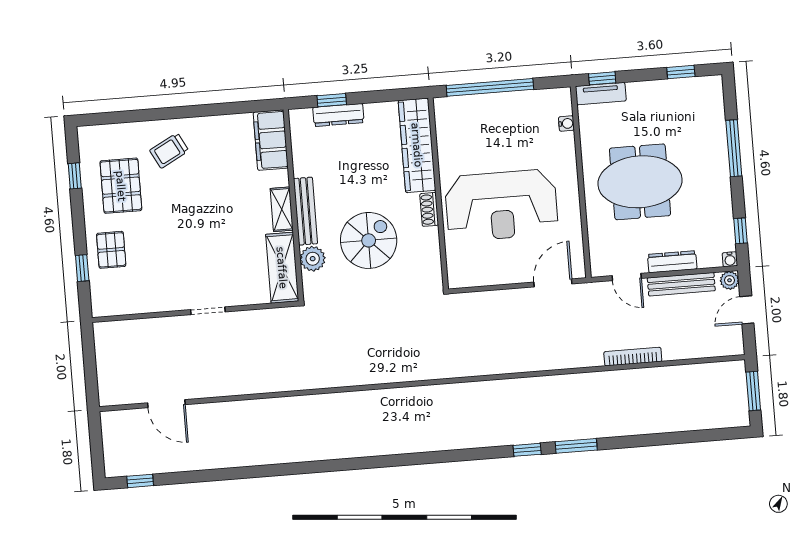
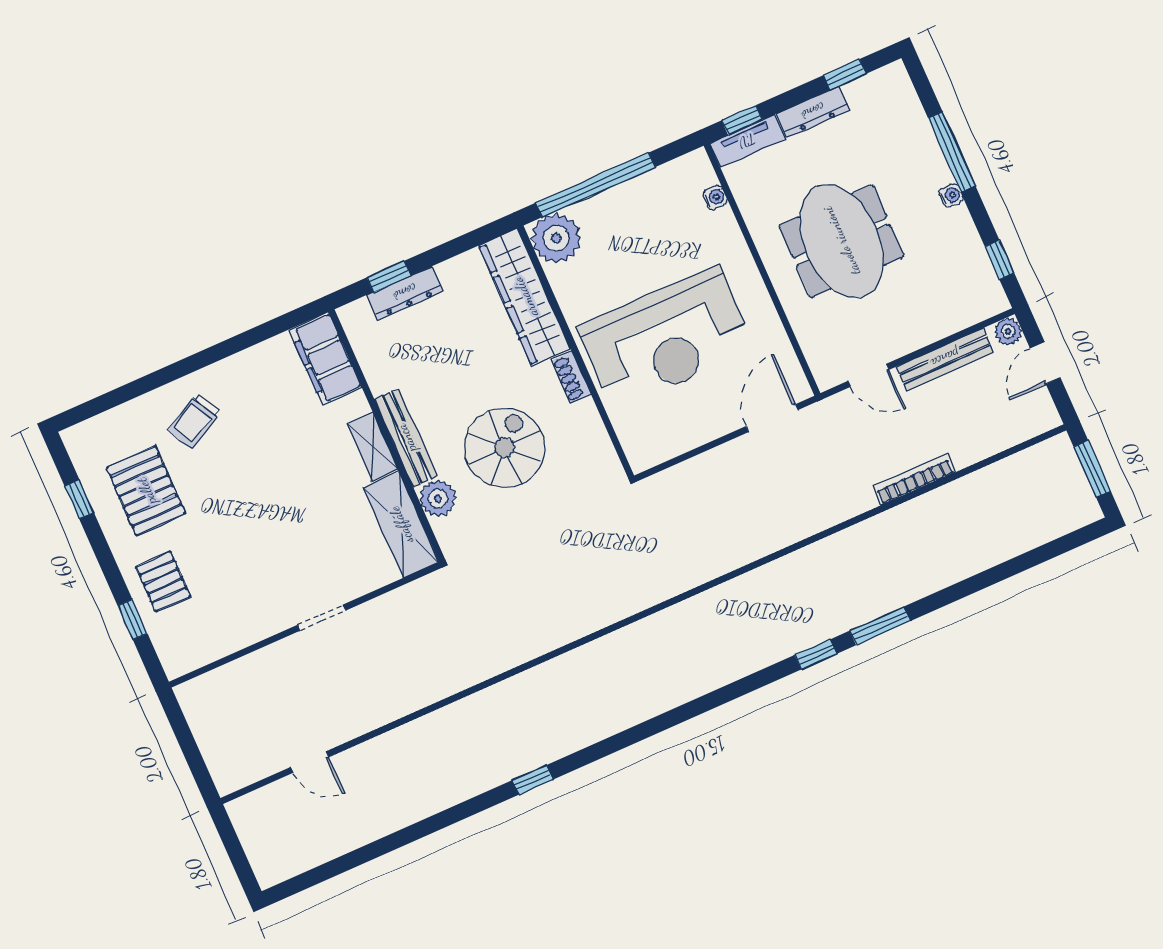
plant: (452, 114) -> (556, 238), added
meeting table: (640, 182) -> (841, 241), turned 90
water cooler: (730, 259) -> (951, 195), moved, turned -90
dresser: (672, 262) -> (813, 112), moved, turned 180
door: (166, 404) -> (310, 762), width x0.73
window: (140, 481) -> (533, 780), moved

